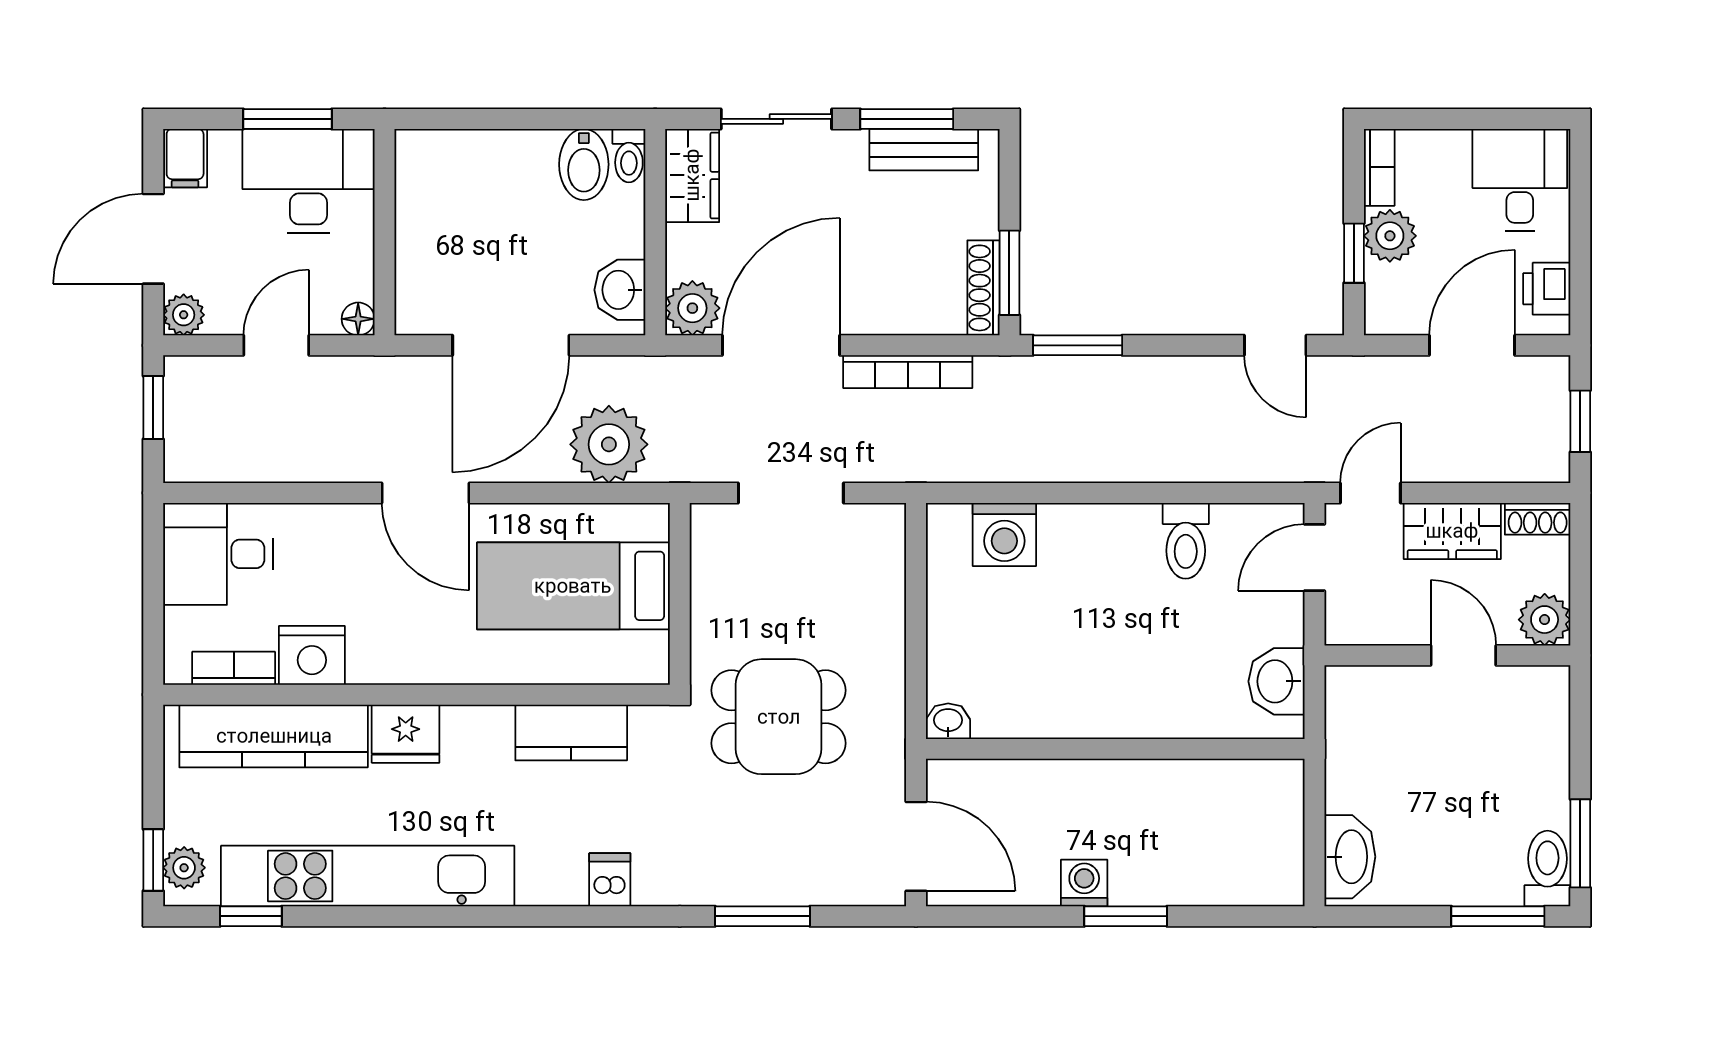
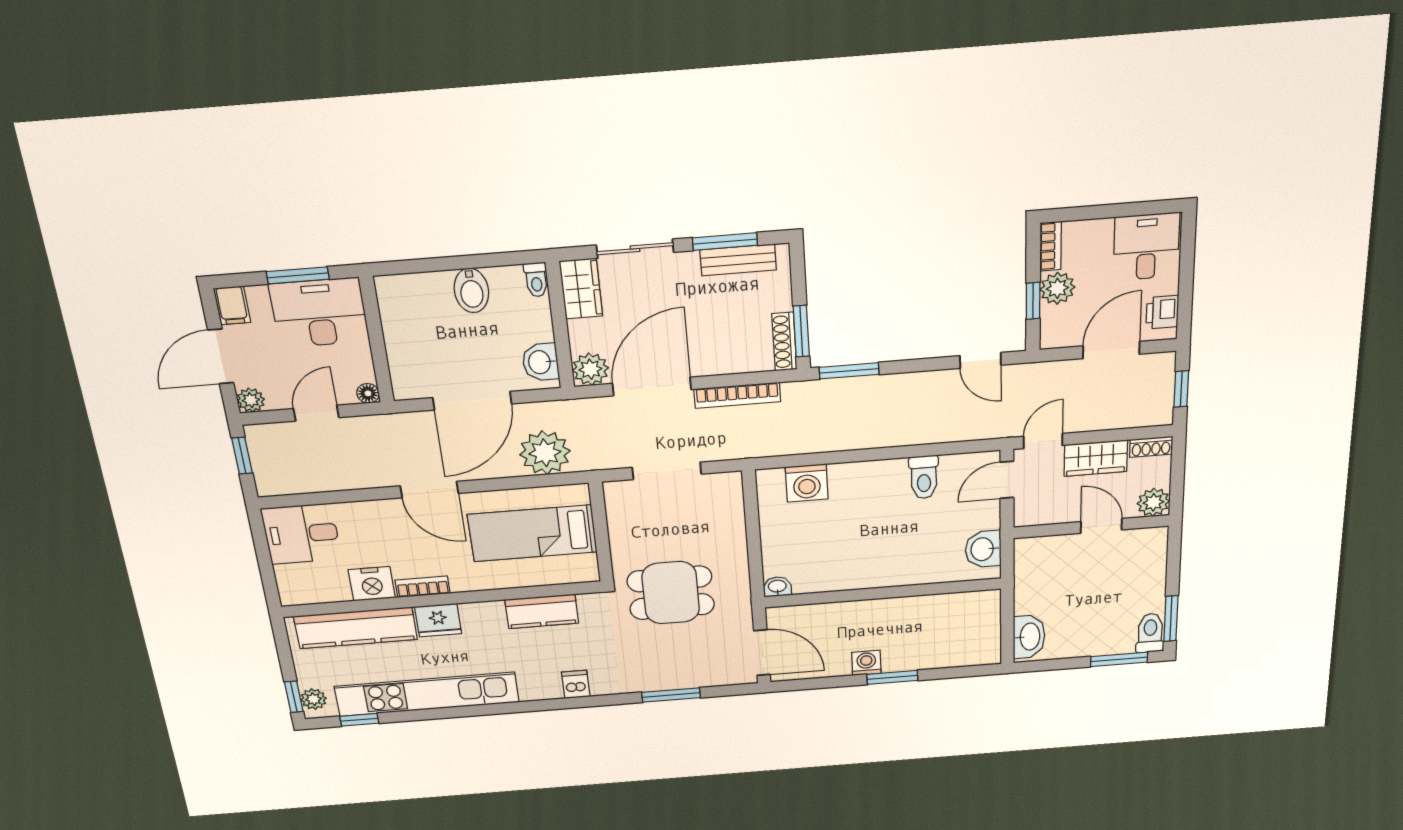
bidet: (584, 164) -> (471, 290), moved
bookcase: (234, 668) -> (423, 587), moved

